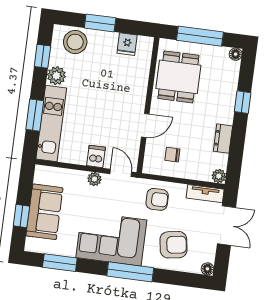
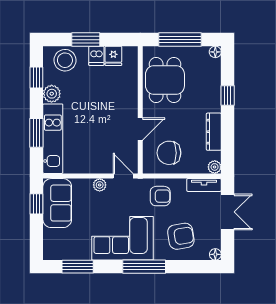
dresser: (223, 139) -> (214, 132), width x1.44
chair: (172, 155) -> (169, 153), width x1.87, depth x1.87
dishwasher: (96, 156) -> (96, 56), moved, turned 180
sofa: (44, 212) -> (57, 203), moved
window: (21, 216) -> (36, 204), moved

